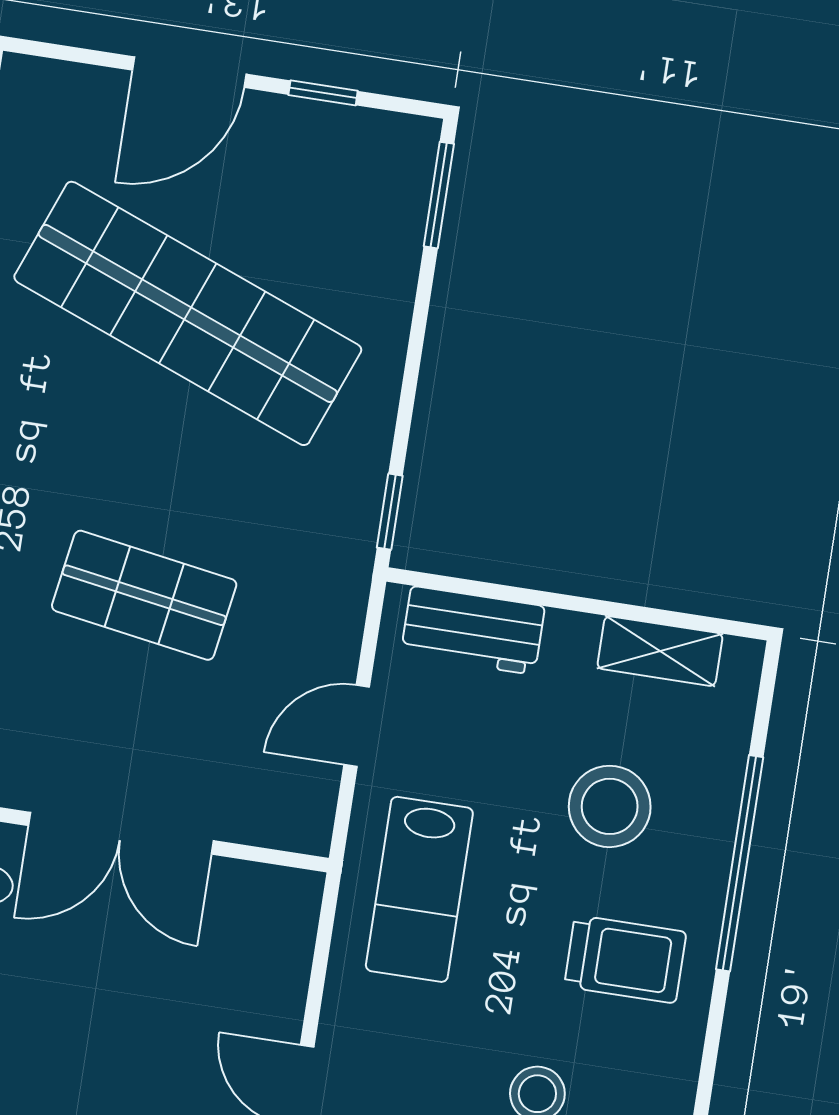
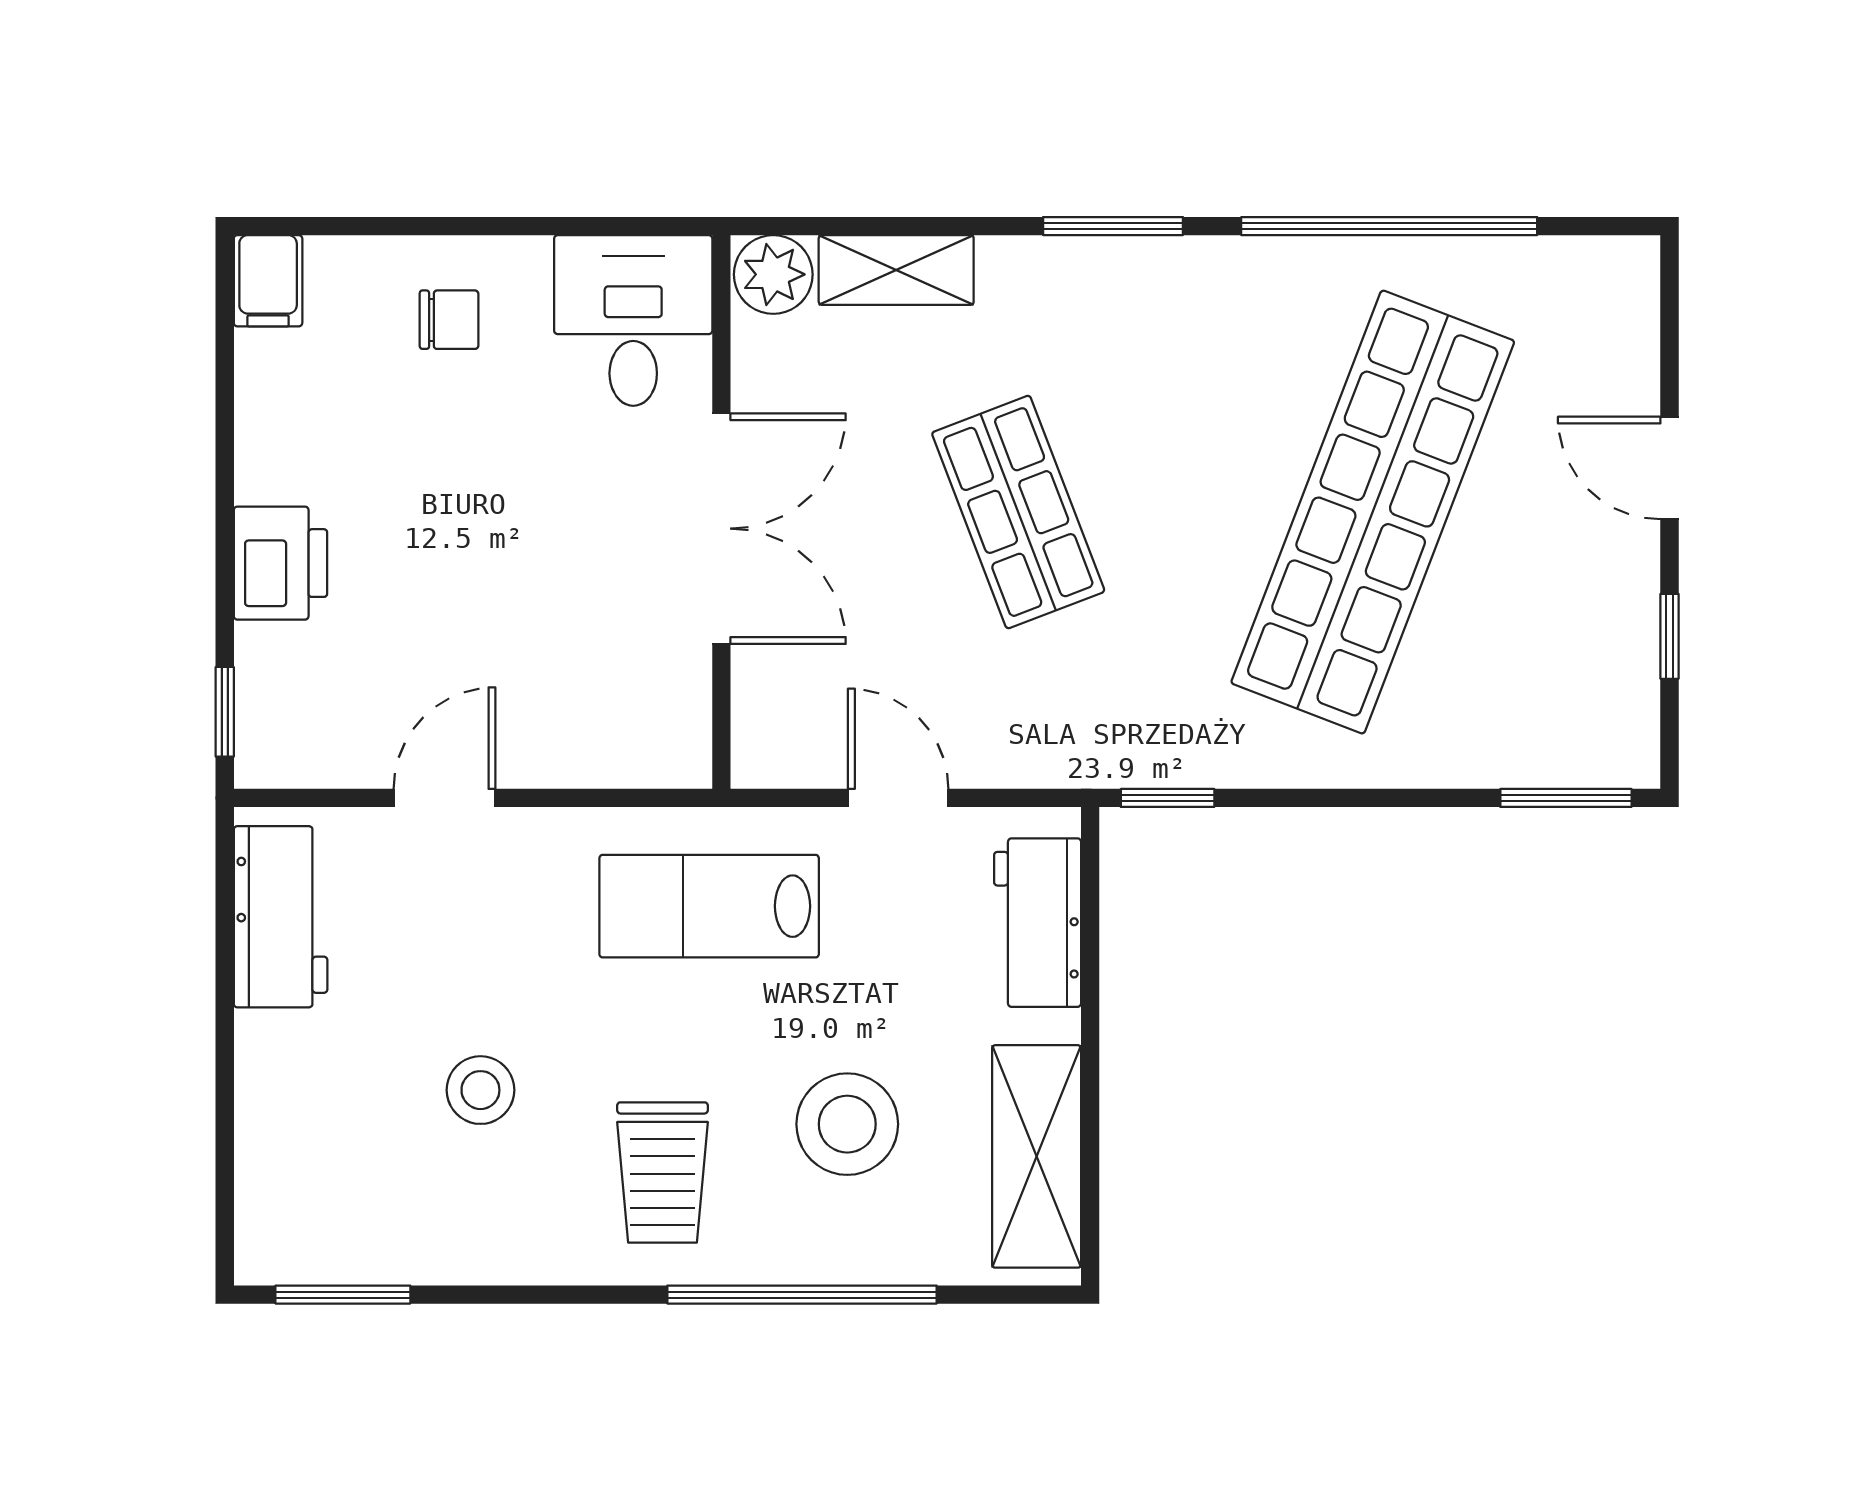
door: (189, 72) -> (1670, 468), width x0.73
shop shelf: (144, 595) -> (1018, 512), turned -30
shelving: (660, 651) -> (1037, 1156), width x1.50, depth x1.33
double door: (121, 833) -> (721, 529), swing flipped

